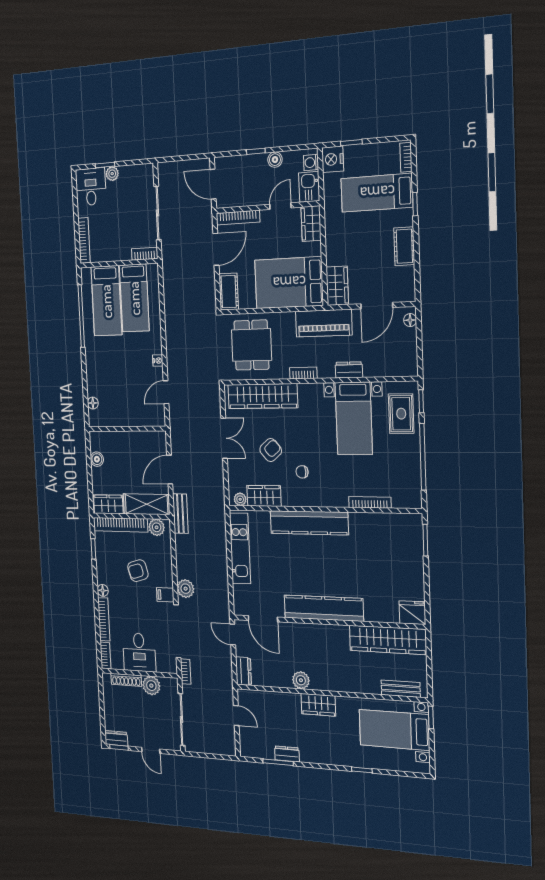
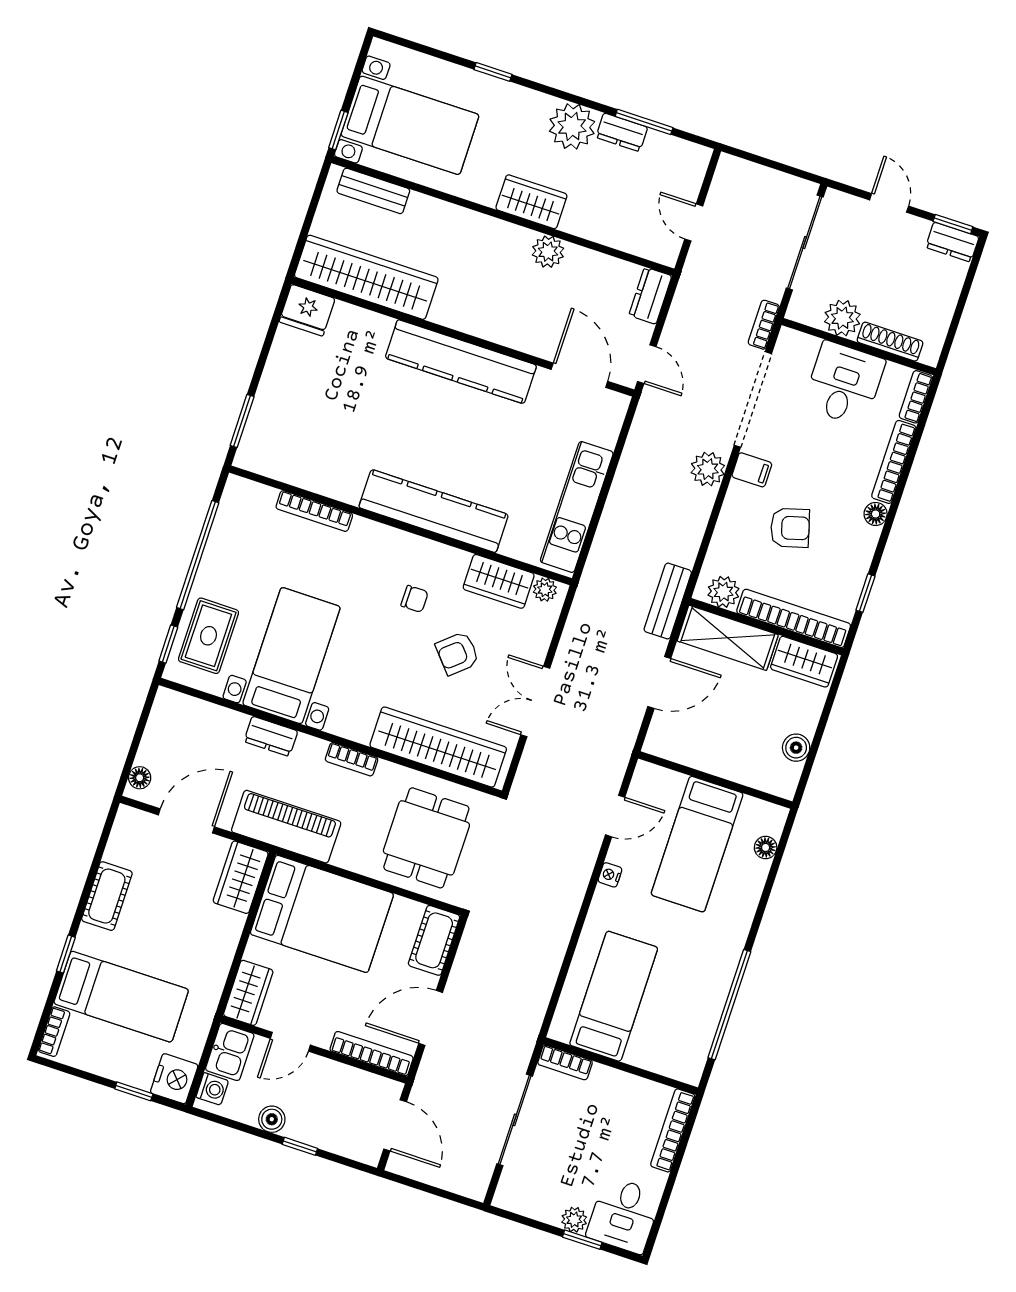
bed: (106, 301) -> (697, 844), moved, turned 180
plant: (312, 751) -> (572, 126), added

